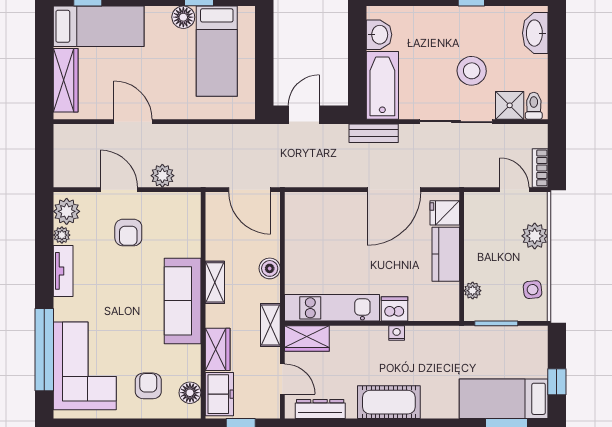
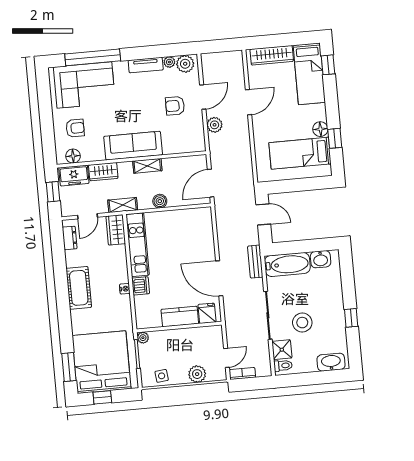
plant: (473, 291) -> (143, 338), moved
bed: (504, 399) -> (102, 362), width x2.04
dresser: (320, 409) -> (70, 238), width x0.70

